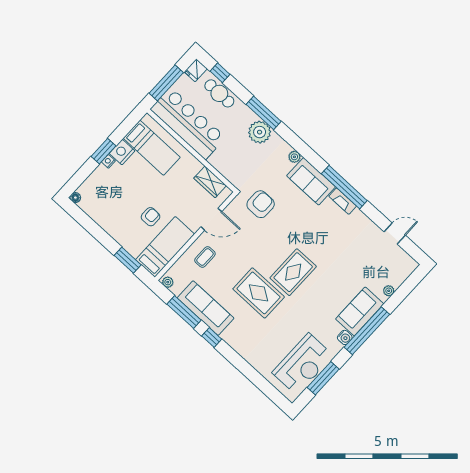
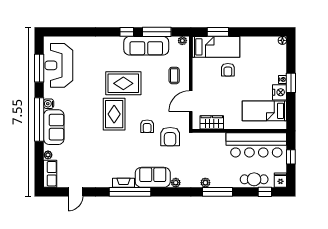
window: (166, 83) -> (291, 157), width x0.46
plant: (260, 132) -> (205, 183), width x0.53, depth x0.53
armchair: (273, 233) -> (147, 126), added
bed: (165, 247) -> (216, 47), moved, turned -90
row of seats: (403, 272) -> (50, 174), added

